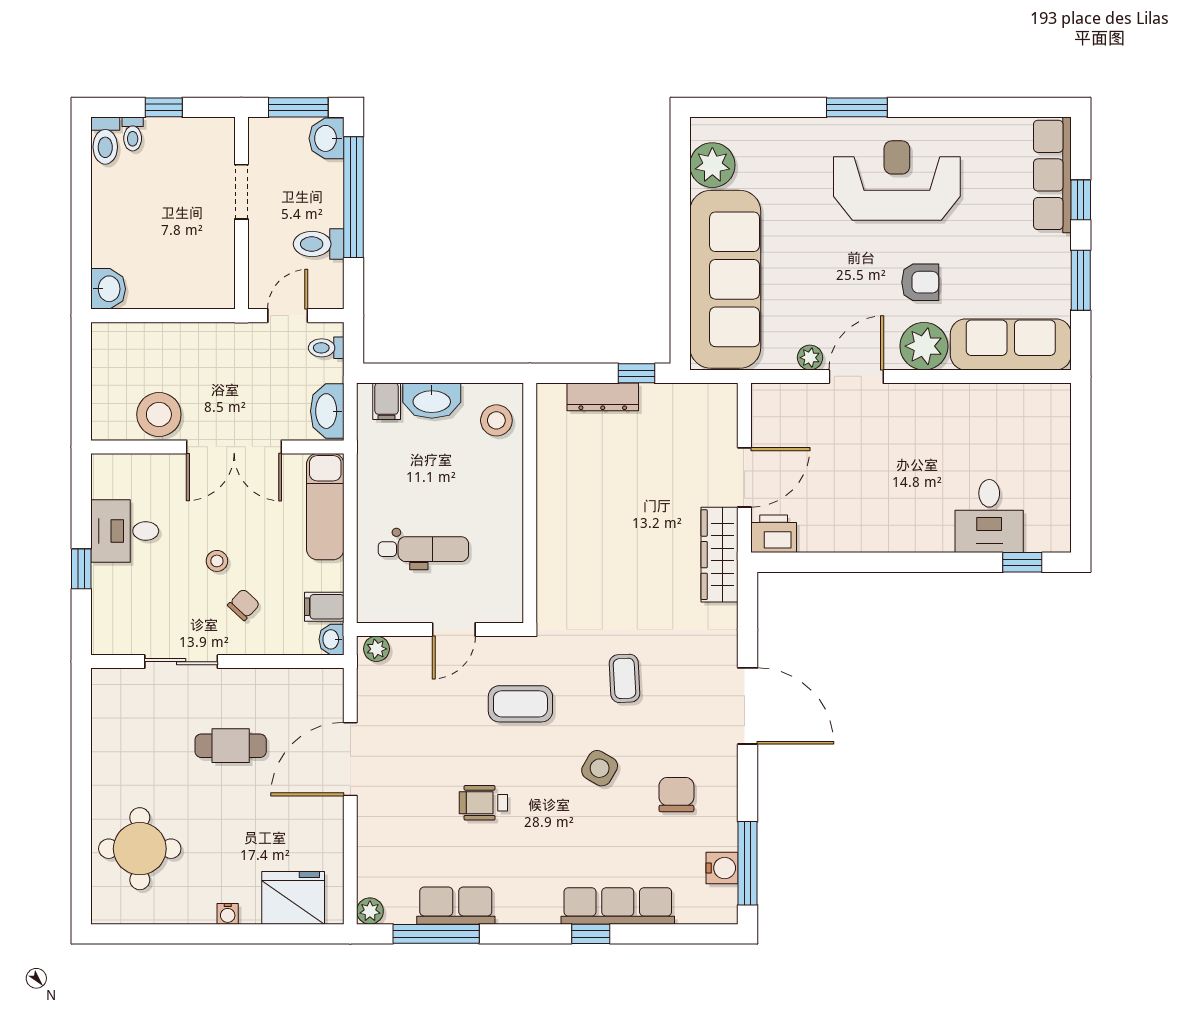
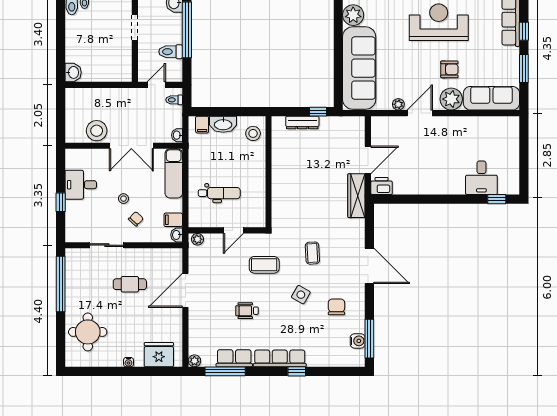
washbasin: (327, 411) -> (177, 135), width x0.52, depth x0.69
window: (81, 745) -> (61, 284), added
row of seats: (618, 906) -> (280, 358), moved

